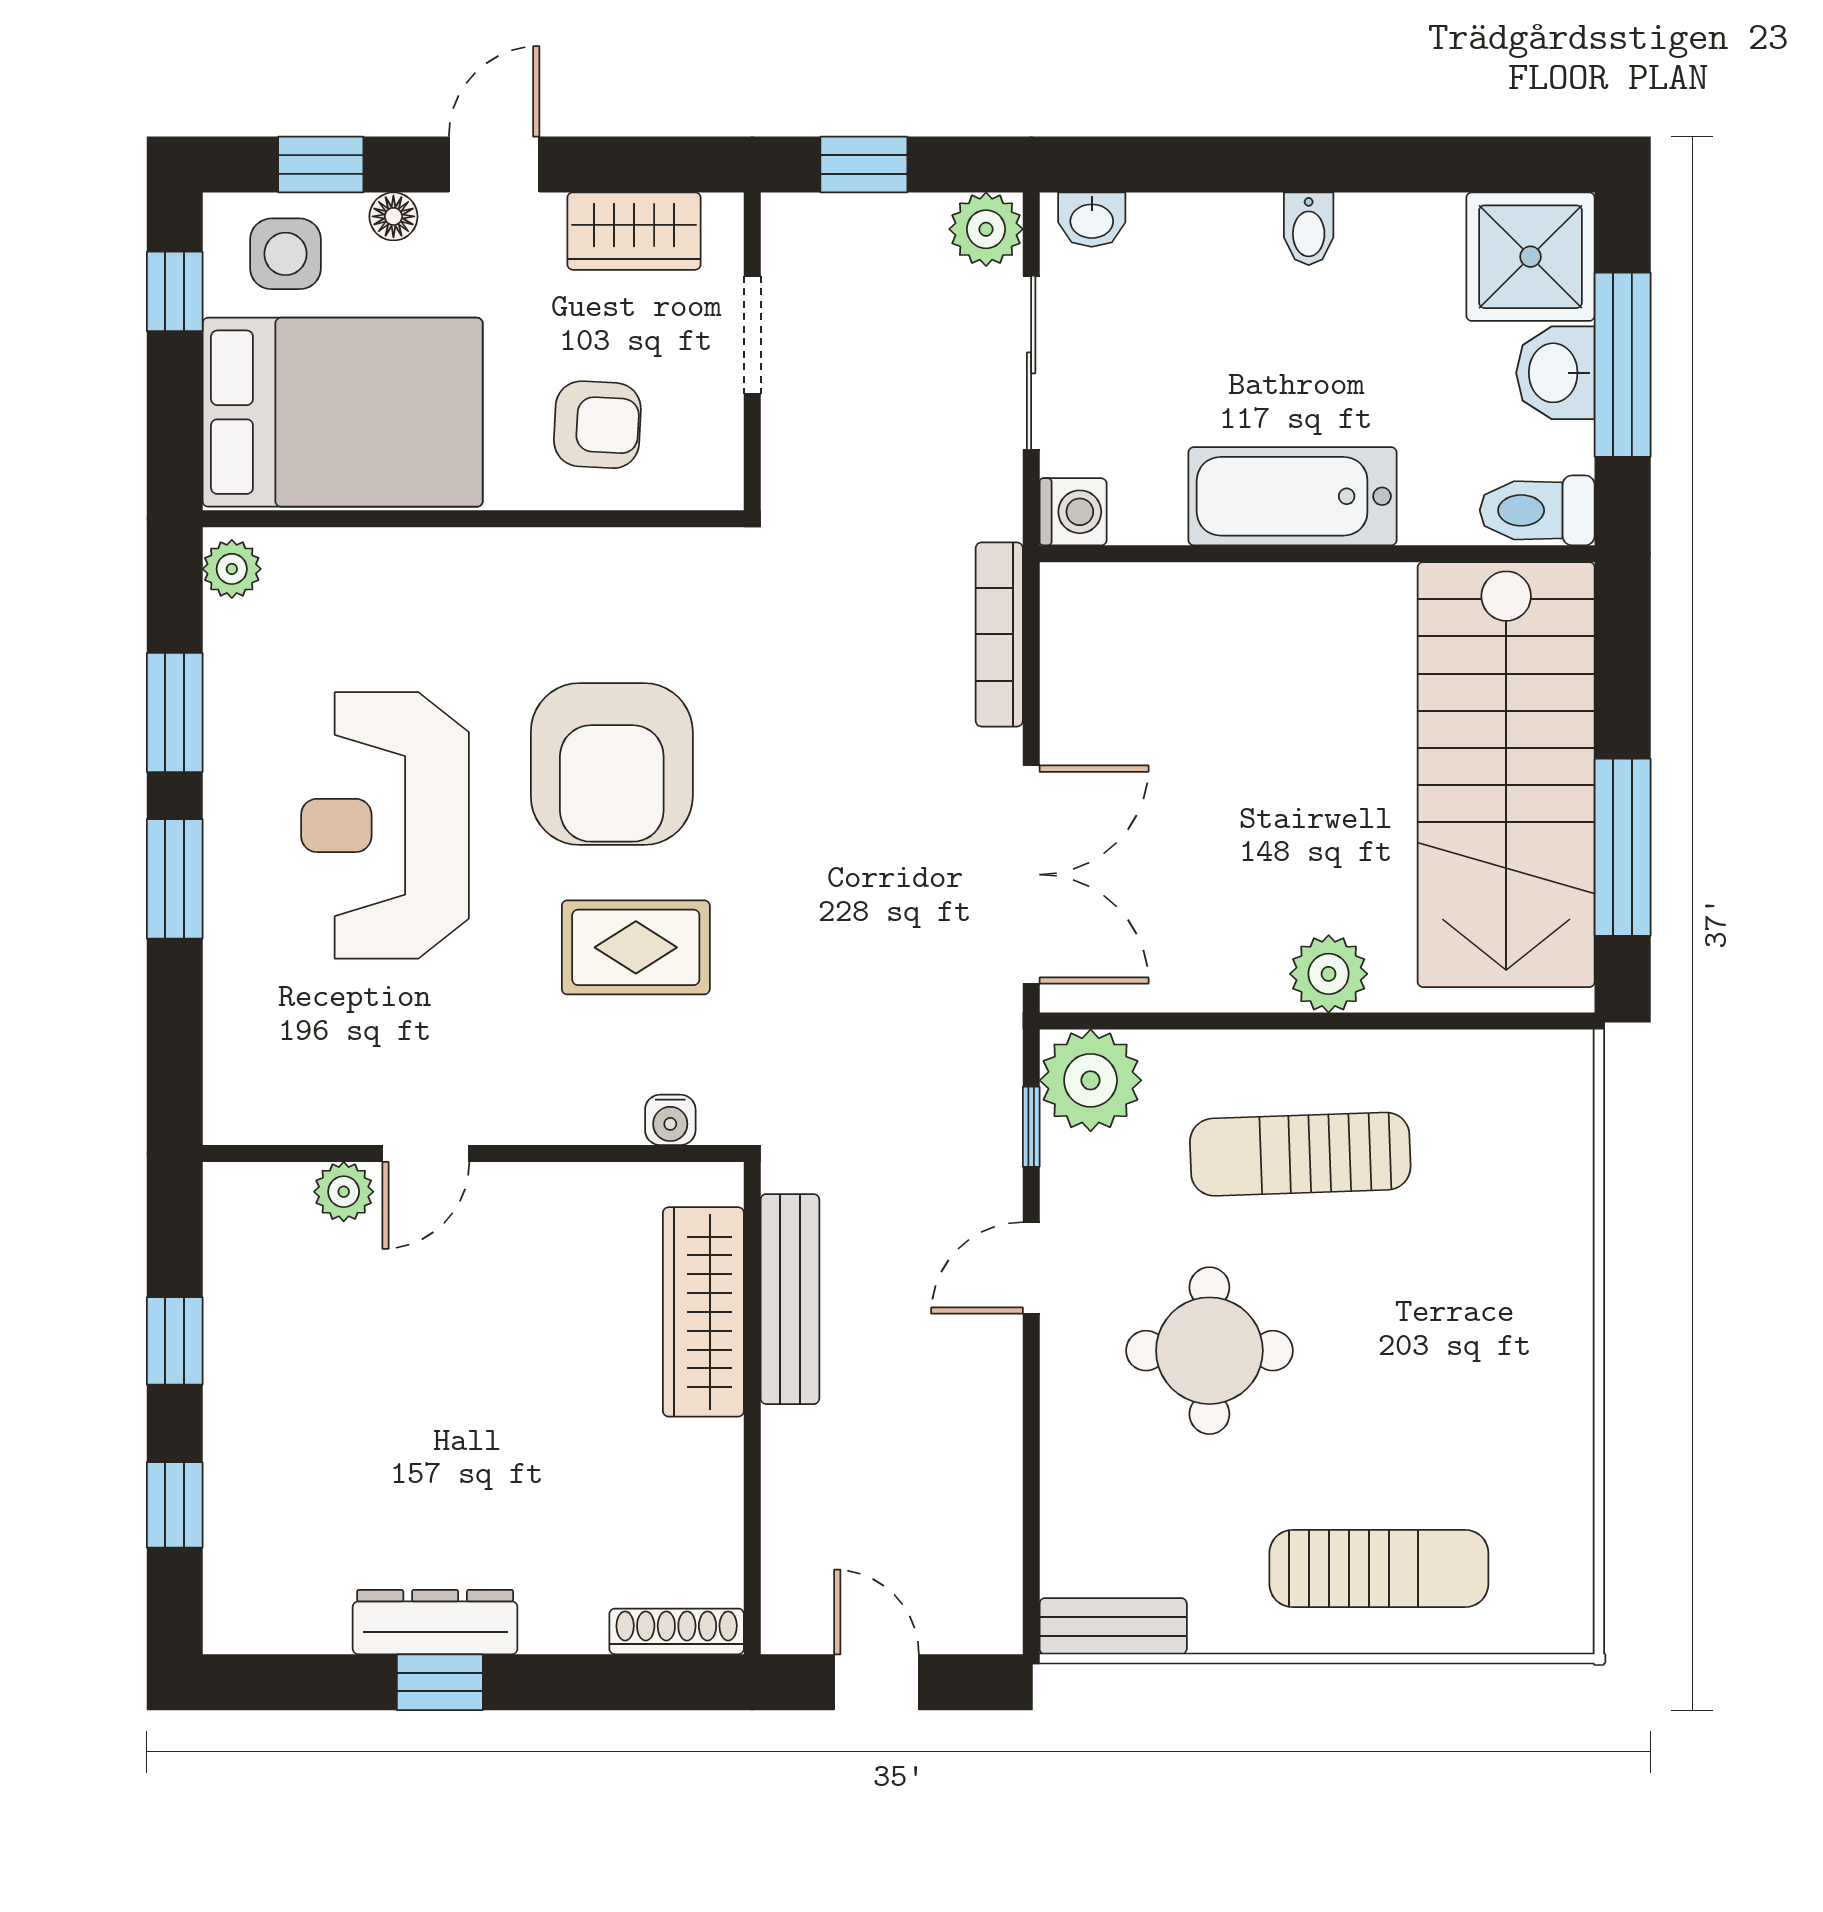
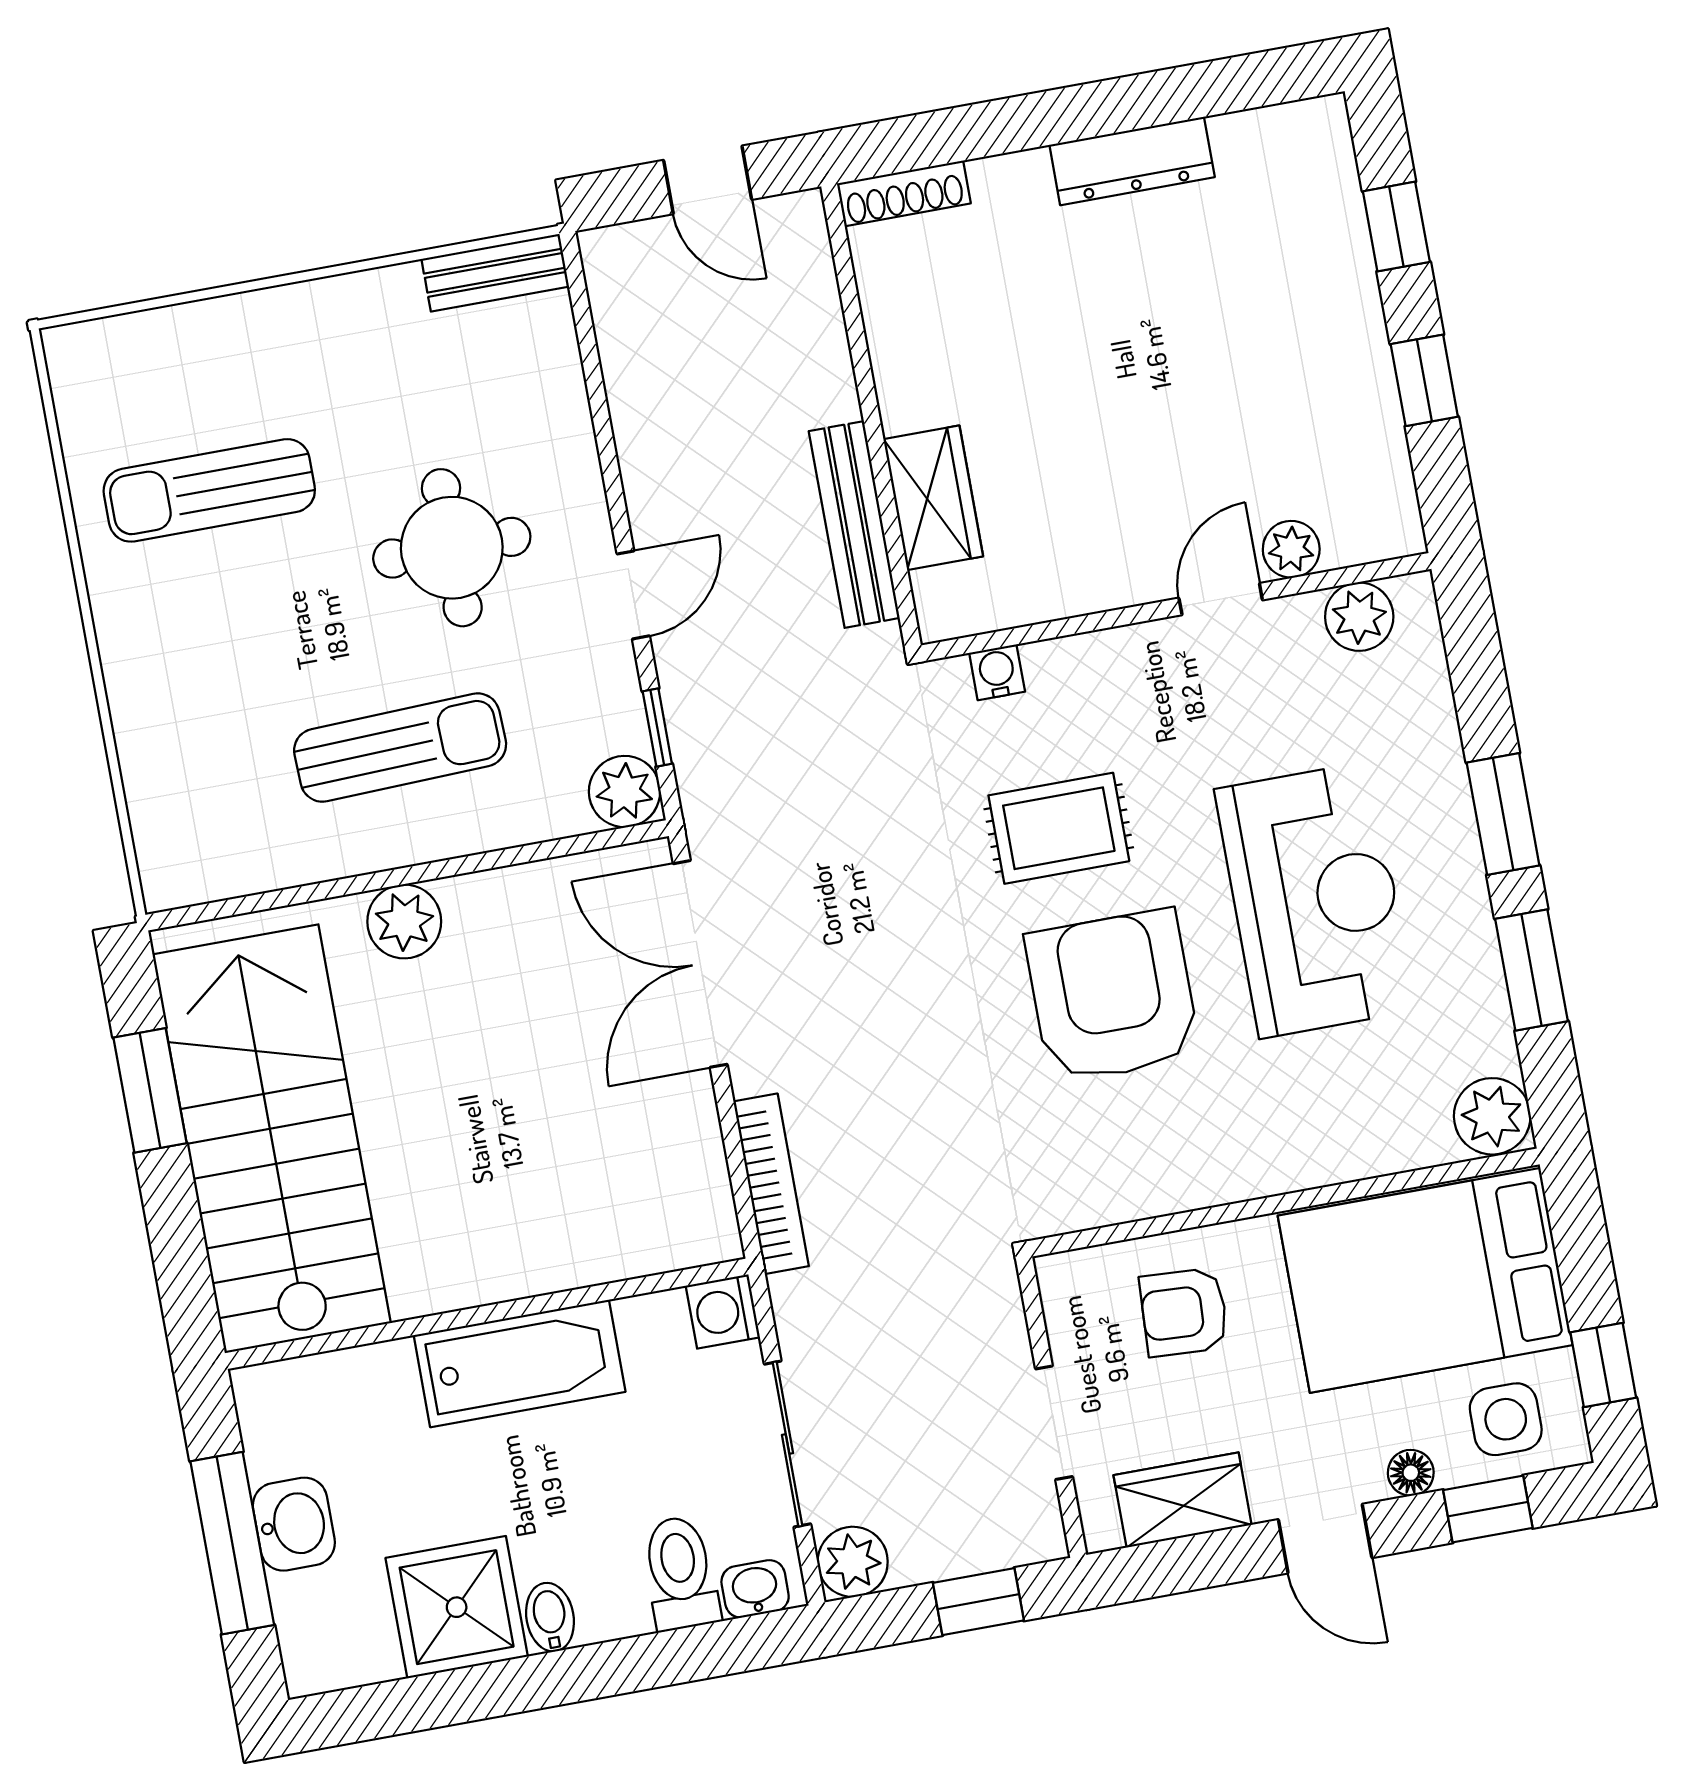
door: (494, 165) -> (1325, 1539), hinge flipped
shower: (1530, 257) -> (457, 1607), moved
toilet: (1537, 510) -> (680, 1573), moved, turned -90
plant: (232, 569) -> (1492, 1116), width x1.38, depth x1.38
window: (1623, 847) -> (150, 1090), width x0.69
plant: (1091, 1080) -> (625, 791), width x0.73, depth x0.73
plant: (286, 1109) -> (1359, 617), added
wardrobe: (703, 1312) -> (933, 498), width x0.67
sun lounger: (1379, 1569) -> (209, 490), moved
window: (440, 1682) -> (1117, 105), removed

